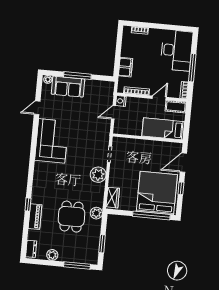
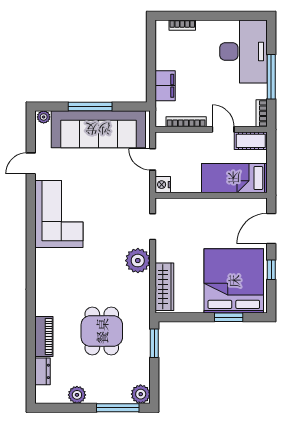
sofa: (68, 87) -> (98, 129), width x1.85, depth x1.27
door: (159, 98) -> (223, 129), hinge flipped
nightstand: (121, 101) -> (163, 185), moved
door: (113, 112) -> (153, 159), hinge flipped
wardrobe: (113, 198) -> (164, 287), width x1.50
window: (28, 204) -> (31, 318), removed
plant: (96, 213) -> (141, 394), moved
window: (151, 215) -> (229, 317), width x0.47
window: (102, 244) -> (154, 343), moved
dresser: (31, 249) -> (42, 371), moved

